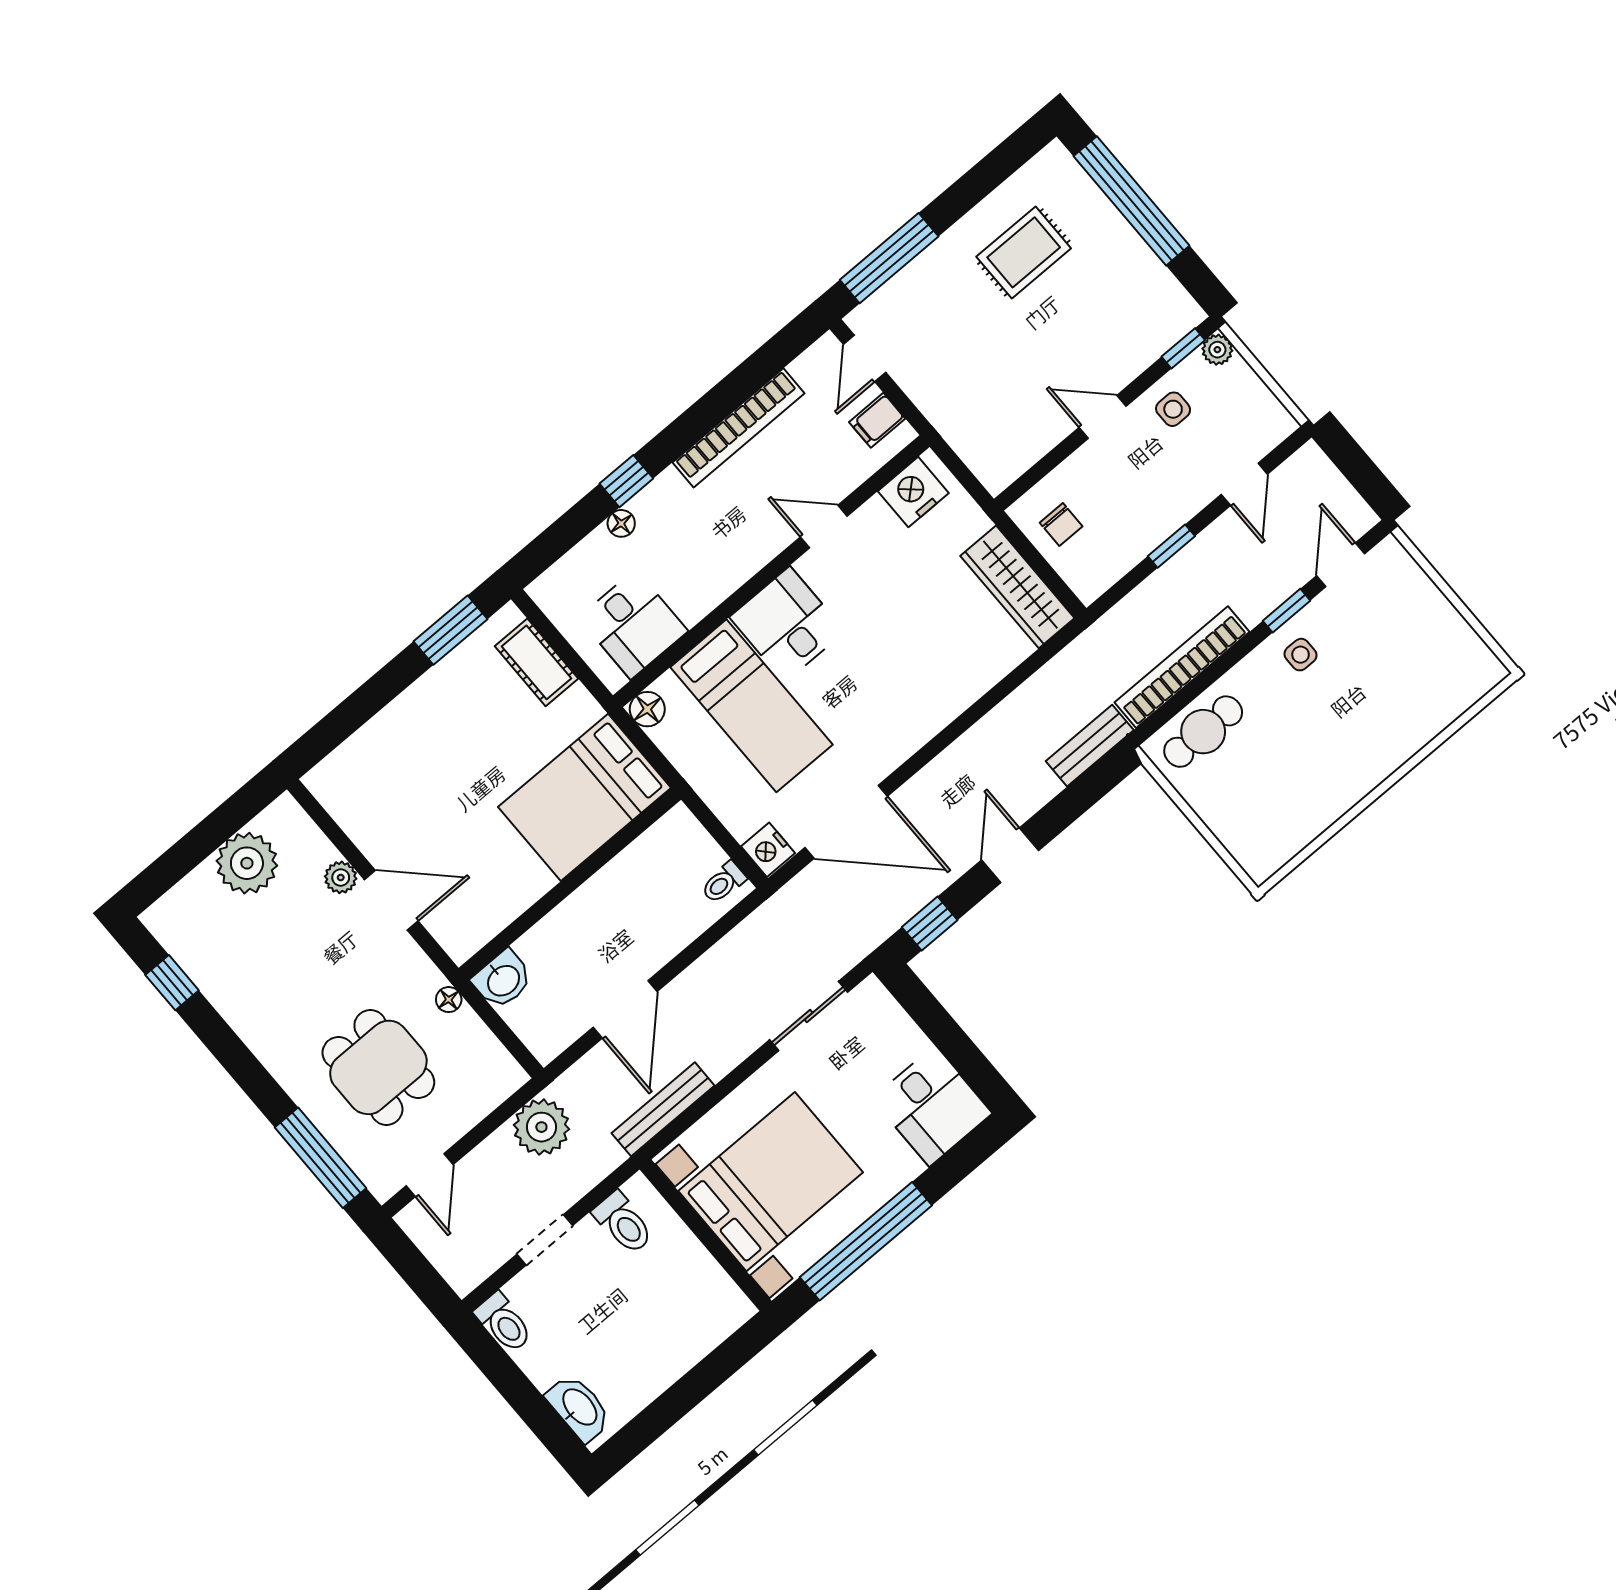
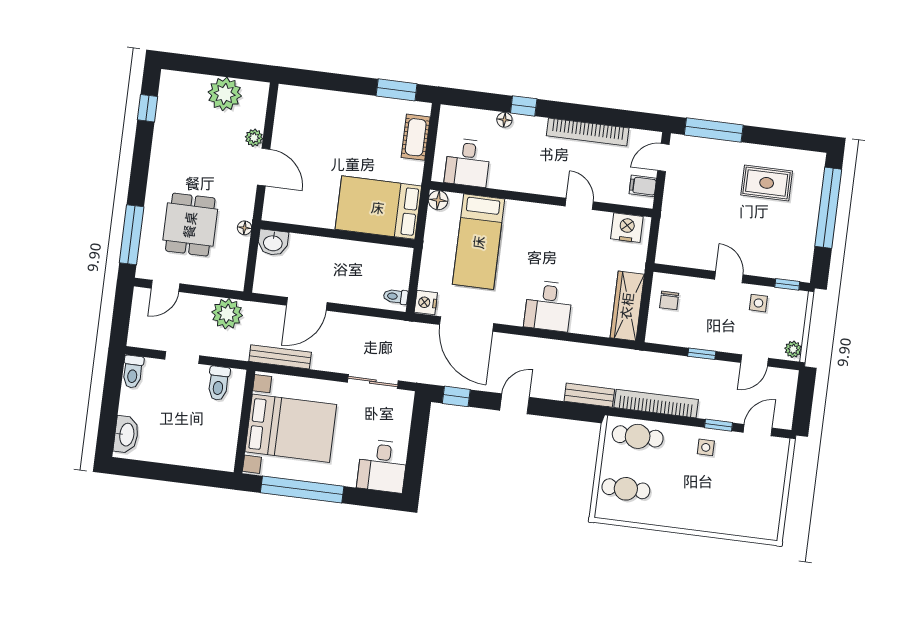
plant: (1217, 350) -> (793, 349), moved
desk: (787, 624) -> (548, 306), moved, turned 180
cafe table: (1258, 811) -> (626, 489), added

